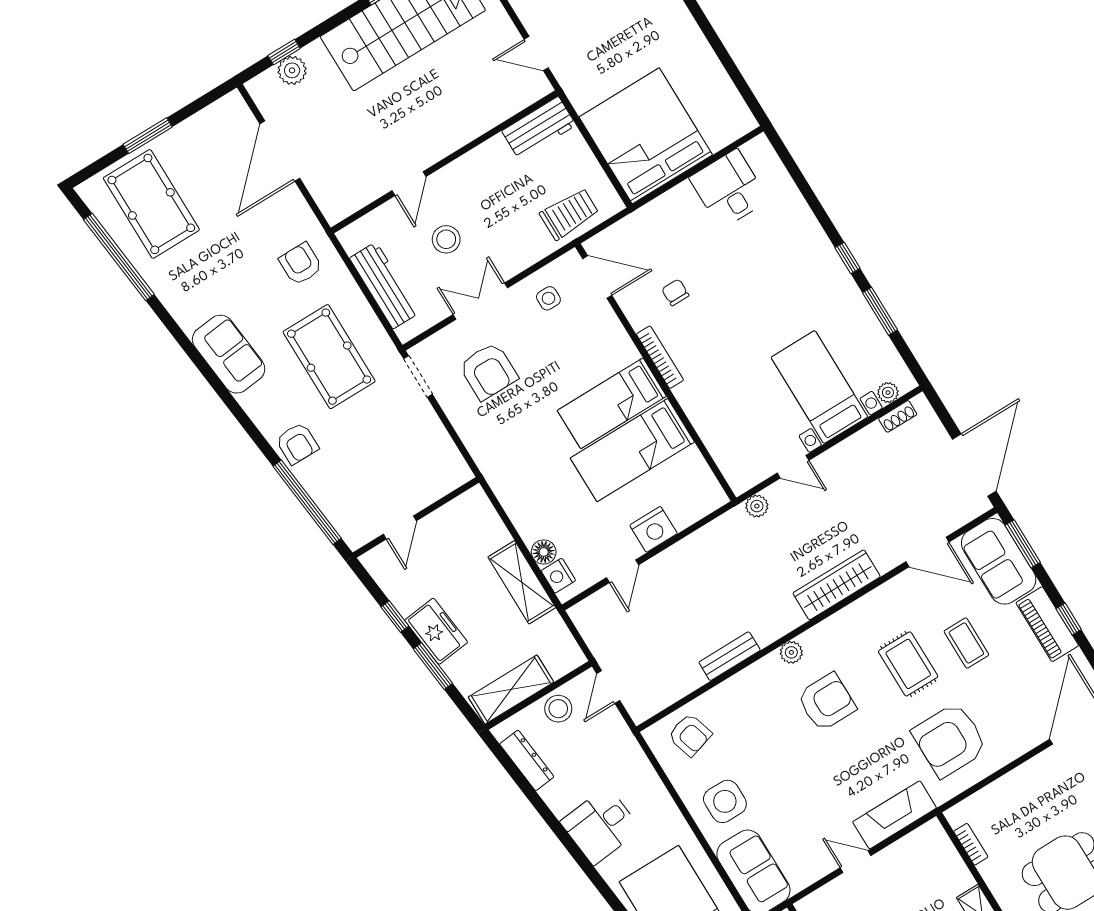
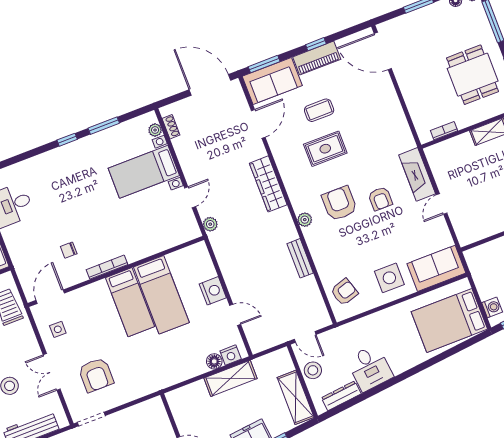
armchair: (488, 371) -> (96, 375), turned 90
armchair: (950, 740) -> (380, 199), moved, width x0.53, depth x0.53
desk: (601, 826) -> (370, 368), moved

